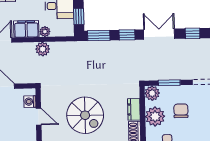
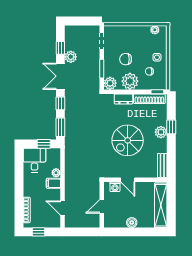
filing cabinet: (26, 29) -> (53, 183), width x0.50
plant: (43, 49) -> (71, 57), moved
spiral stairs: (85, 115) -> (128, 140), turned 180
door: (39, 117) -> (128, 180), swing flipped

